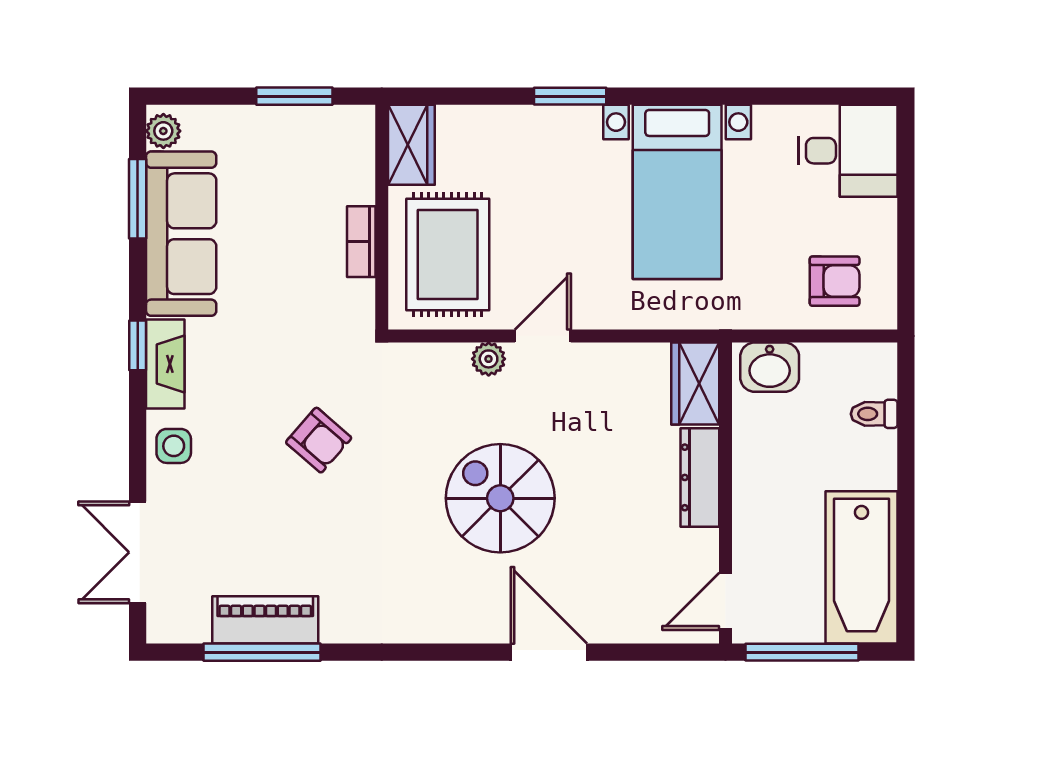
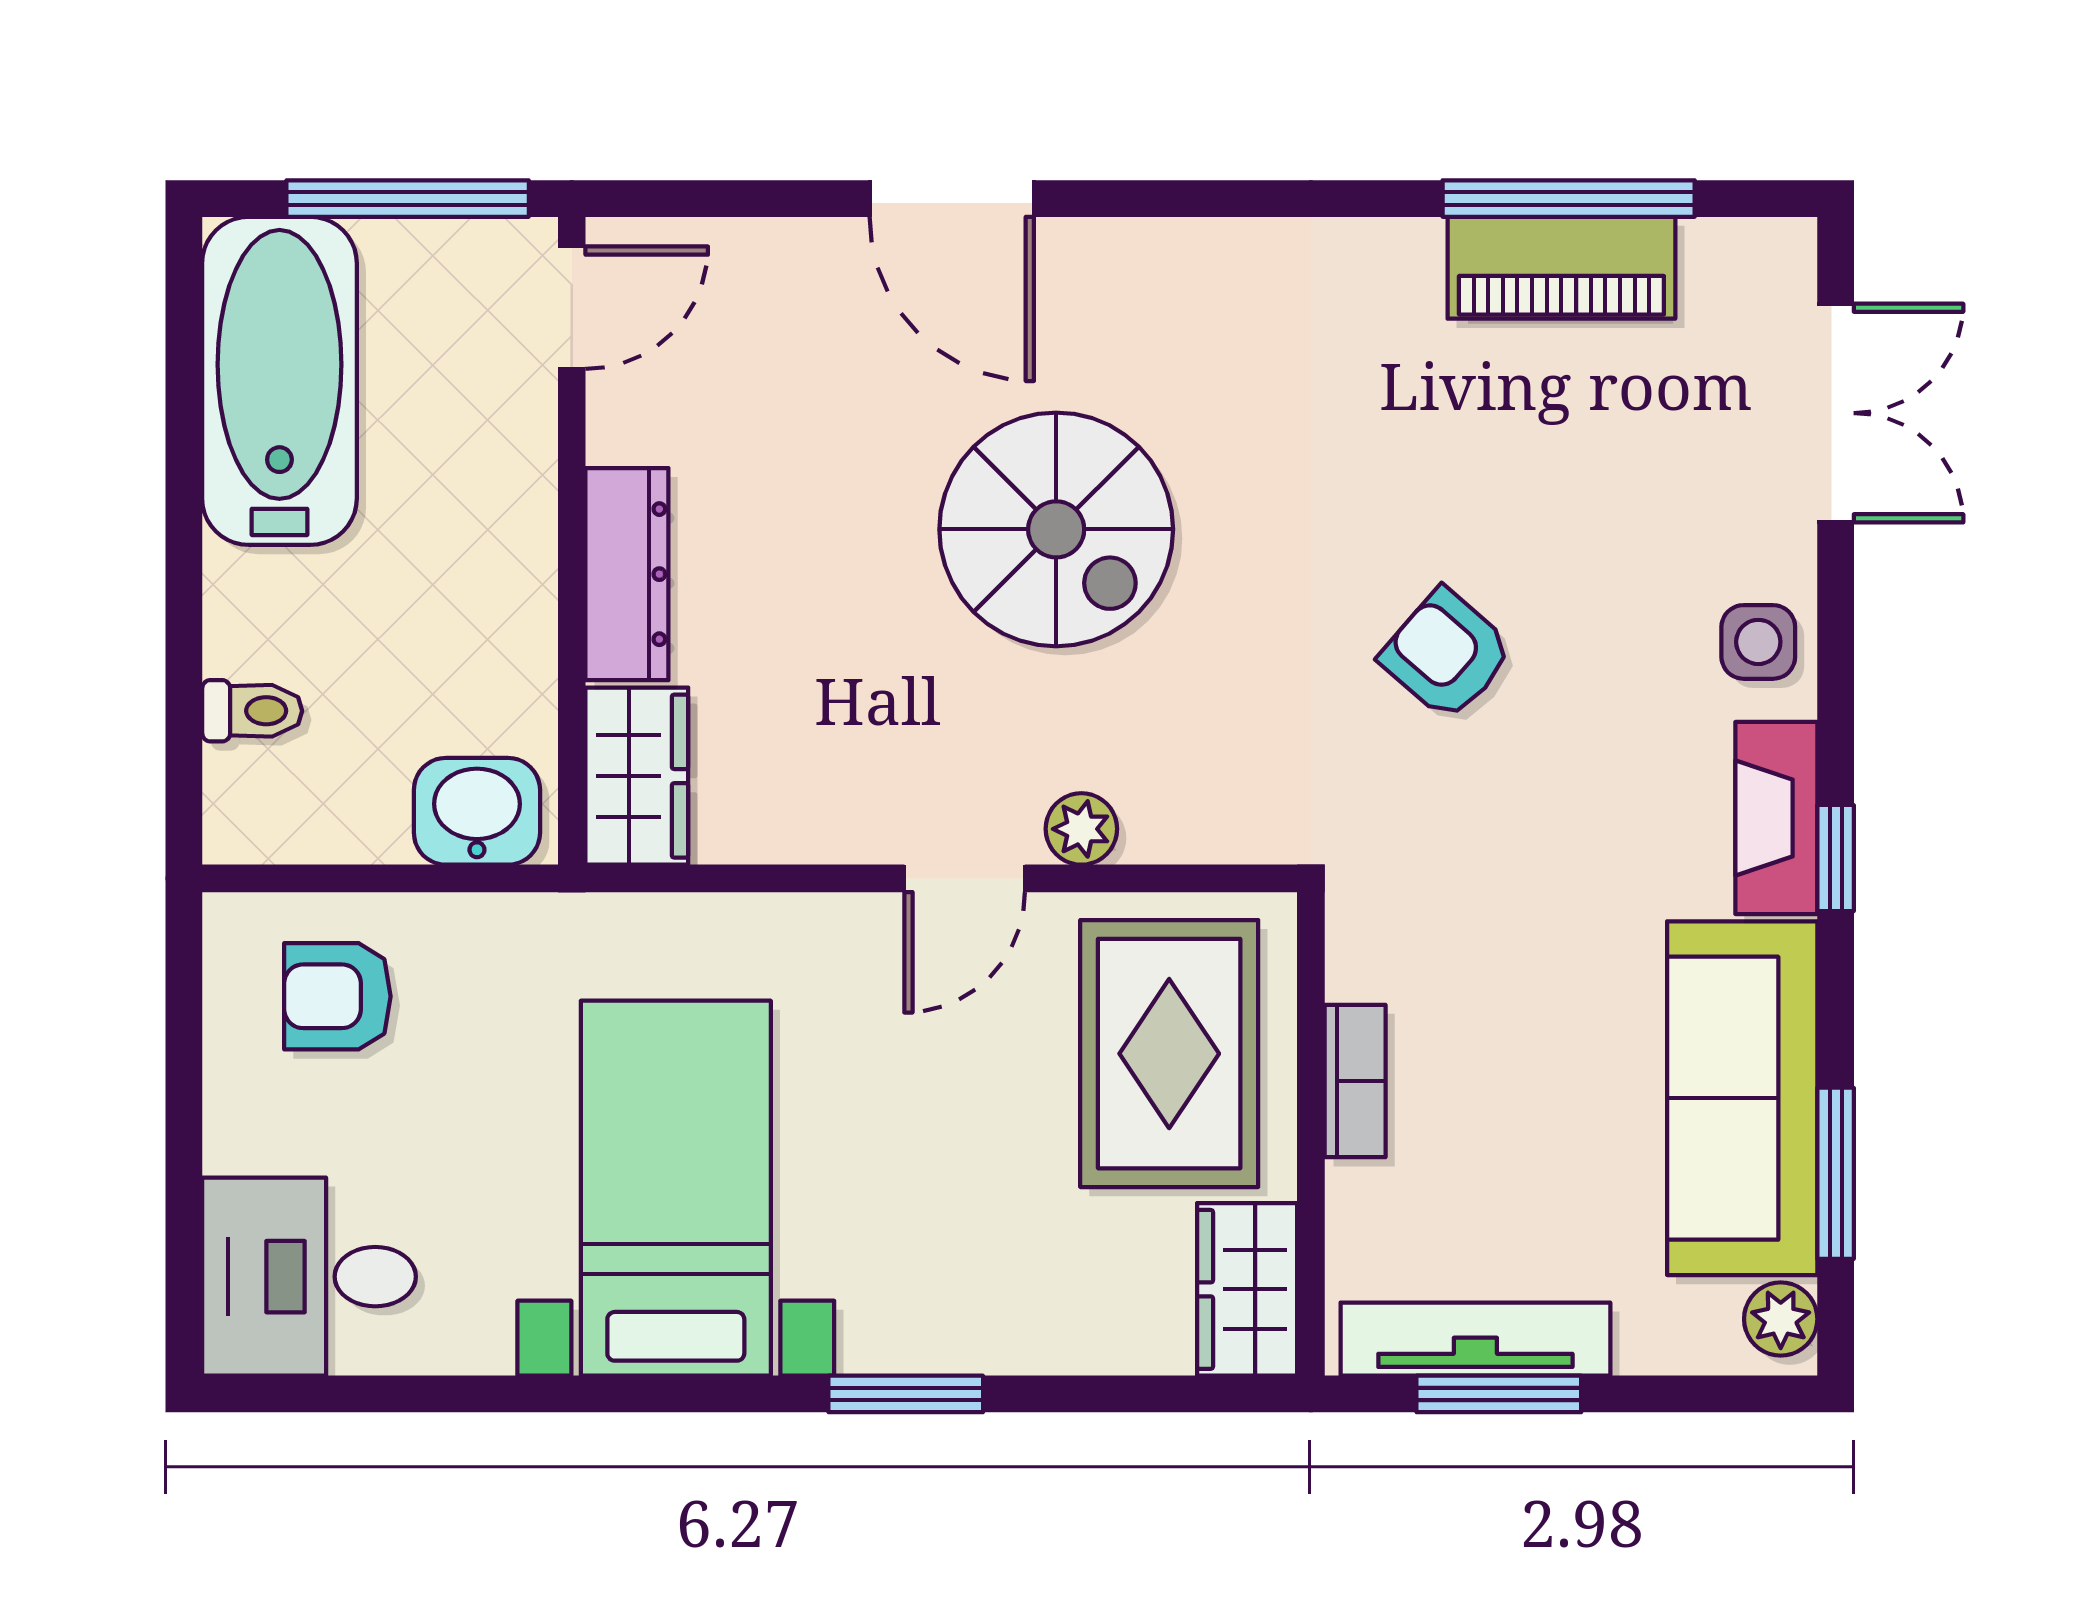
tv unit: (305, 122) -> (1475, 1339), added

